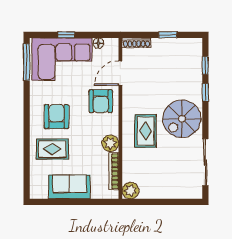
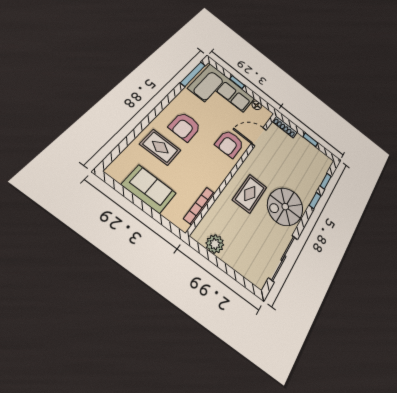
armchair: (56, 117) -> (185, 127), turned 180
plant: (110, 143) -> (214, 181), removed
plant: (130, 191) -> (215, 244), moved

